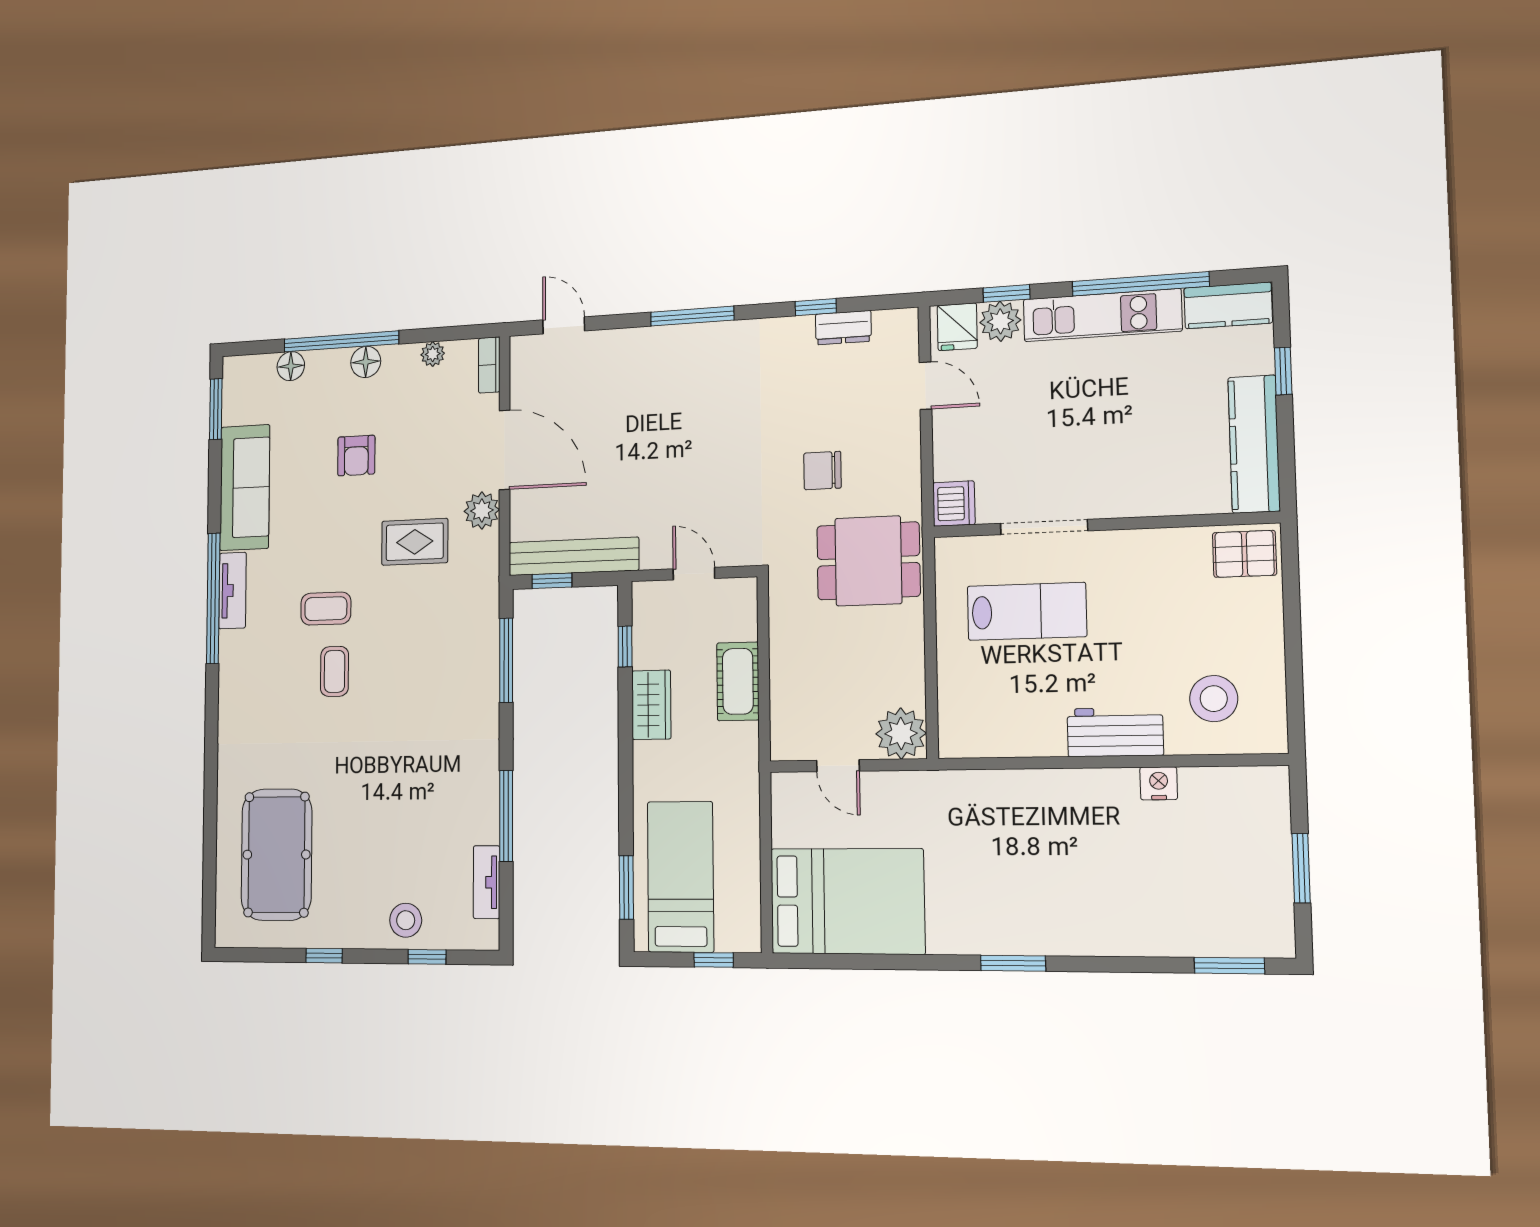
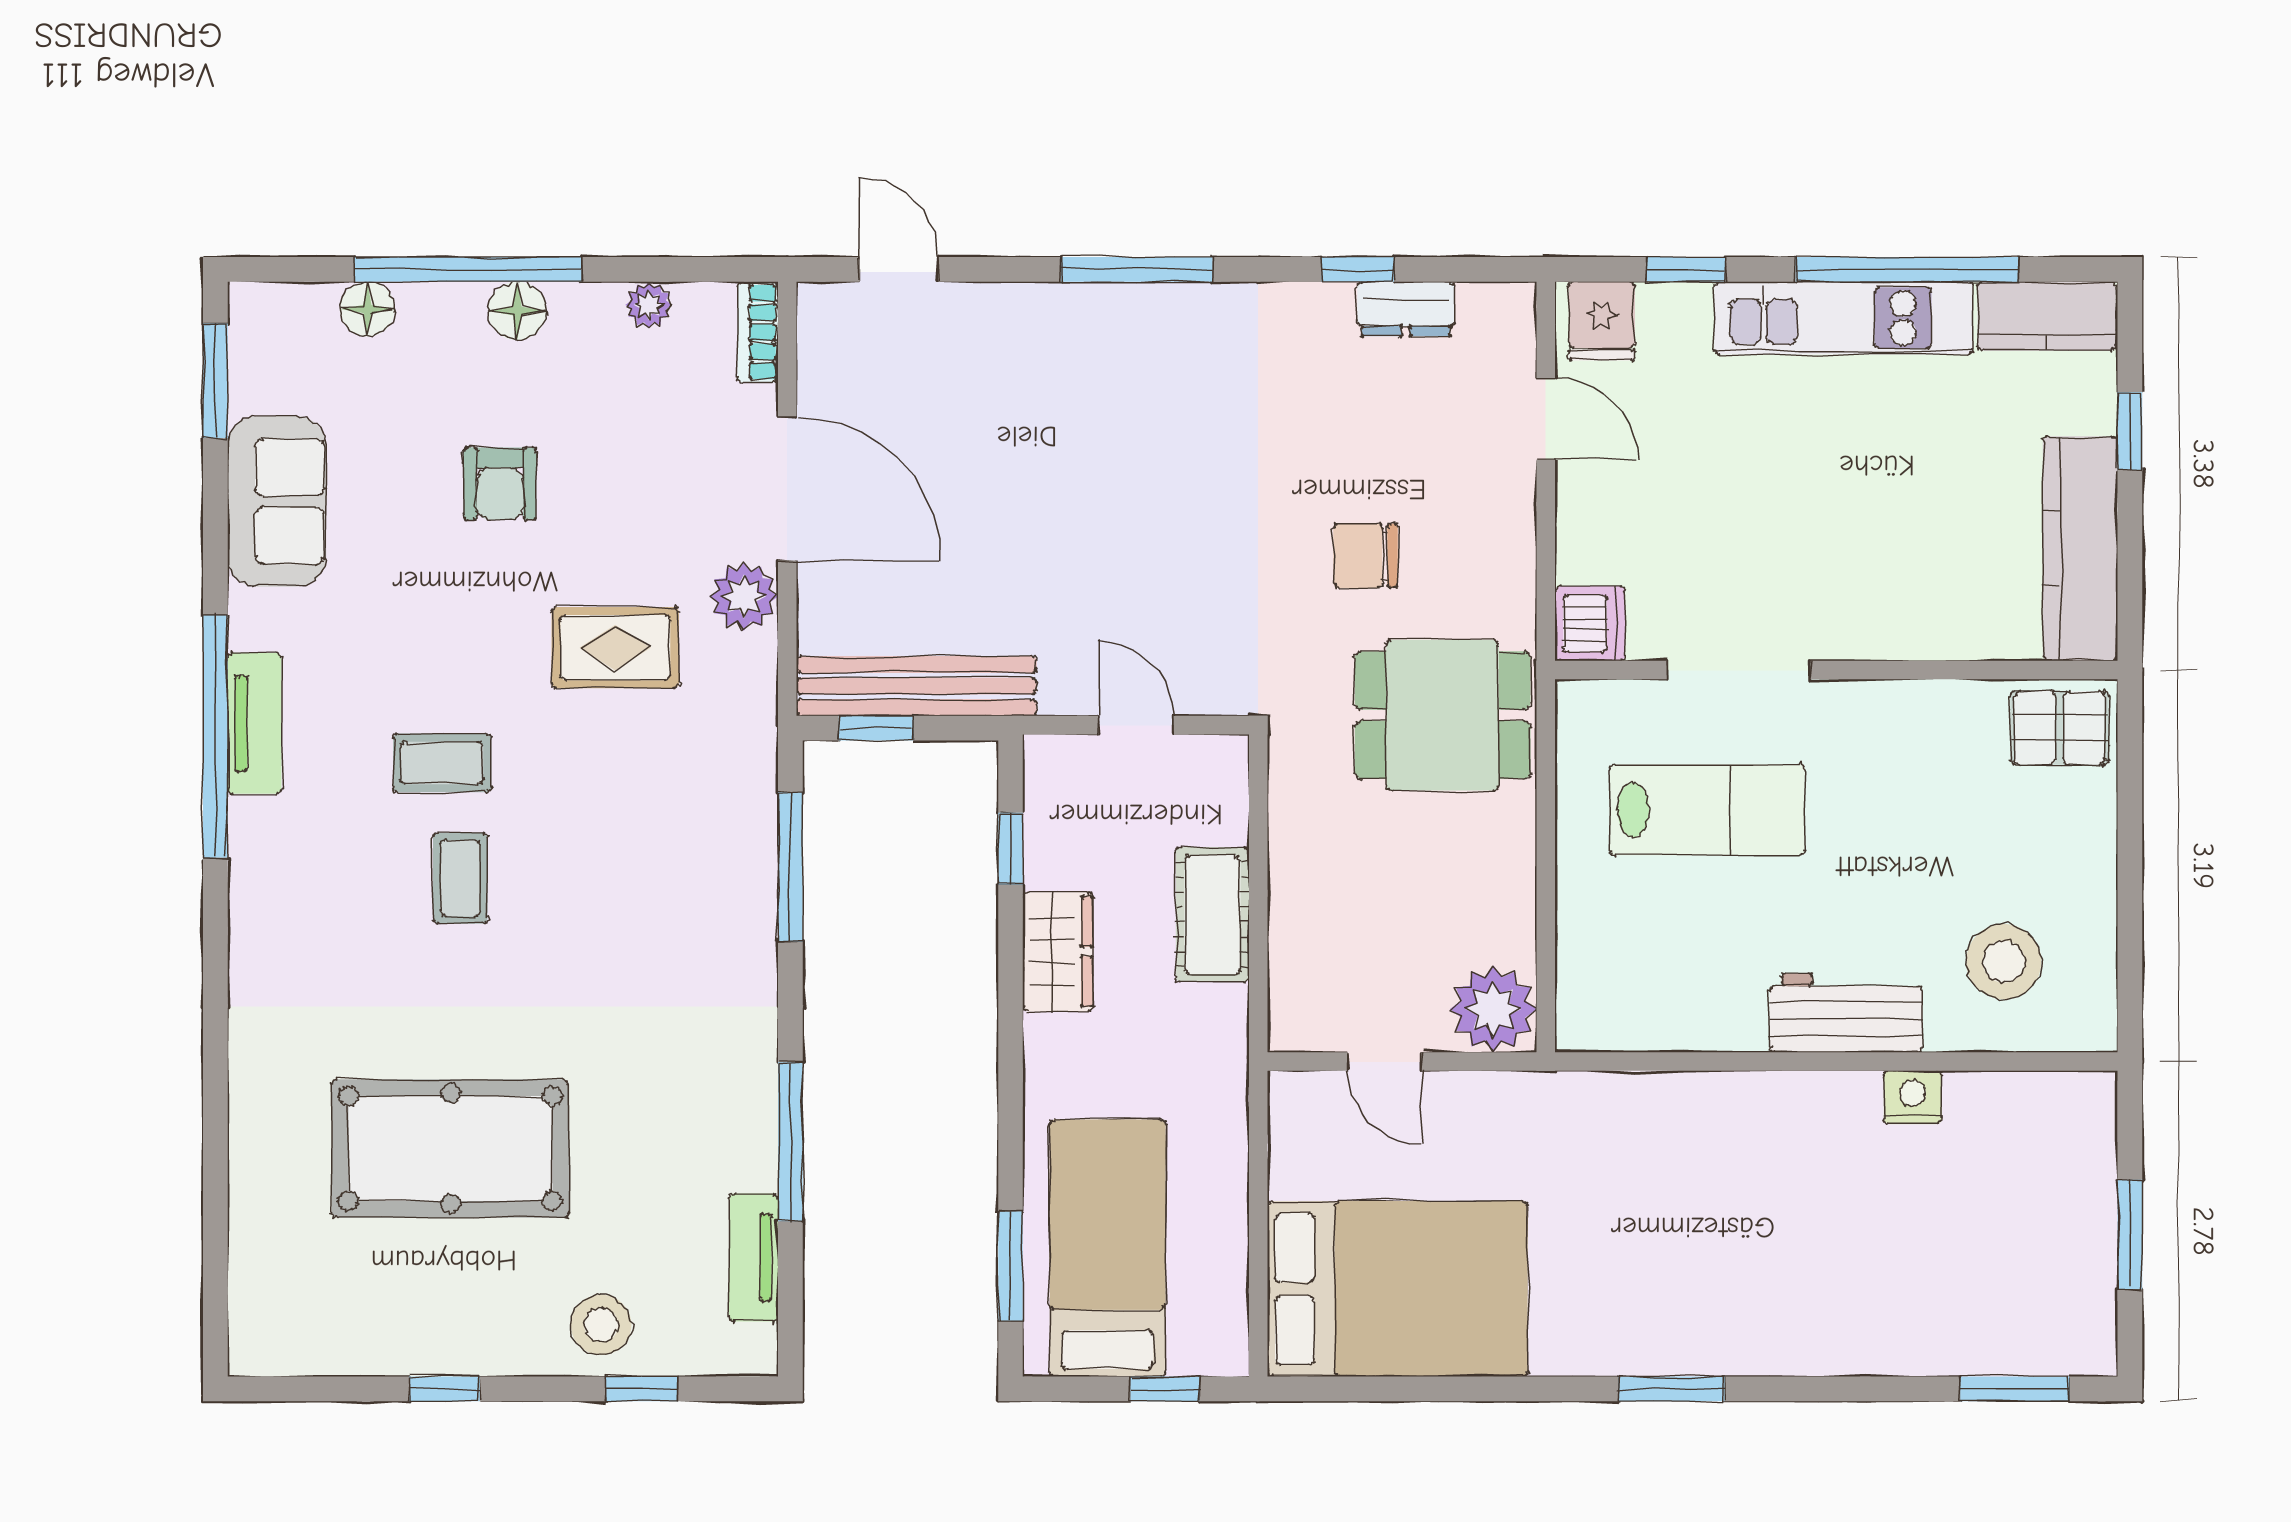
plant: (1000, 321) -> (1675, 317), removed
sofa: (245, 488) -> (277, 501), width x0.73
pool table: (276, 855) -> (451, 1148), moved, turned 90

